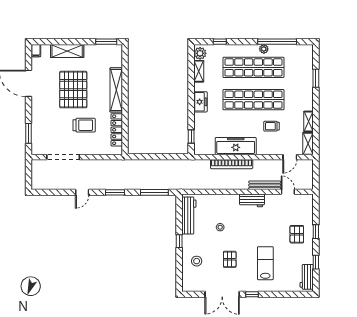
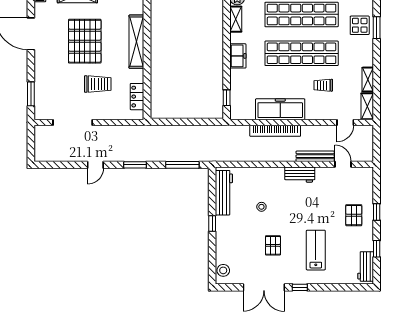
display table: (302, 76) -> (360, 25), added
locker: (117, 130) -> (137, 97), width x0.66
stool: (197, 261) -> (223, 270), moved

